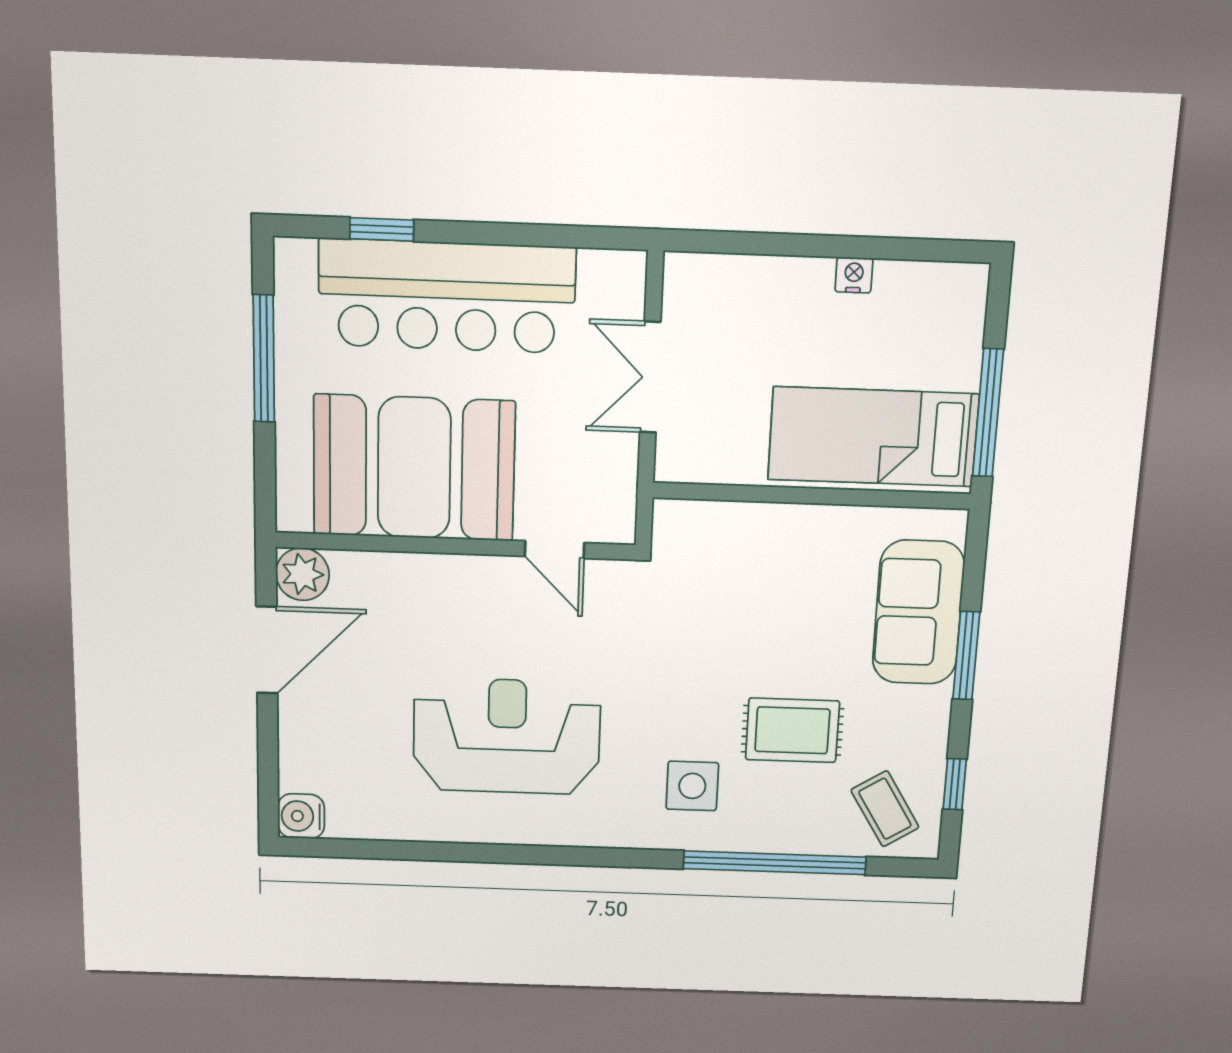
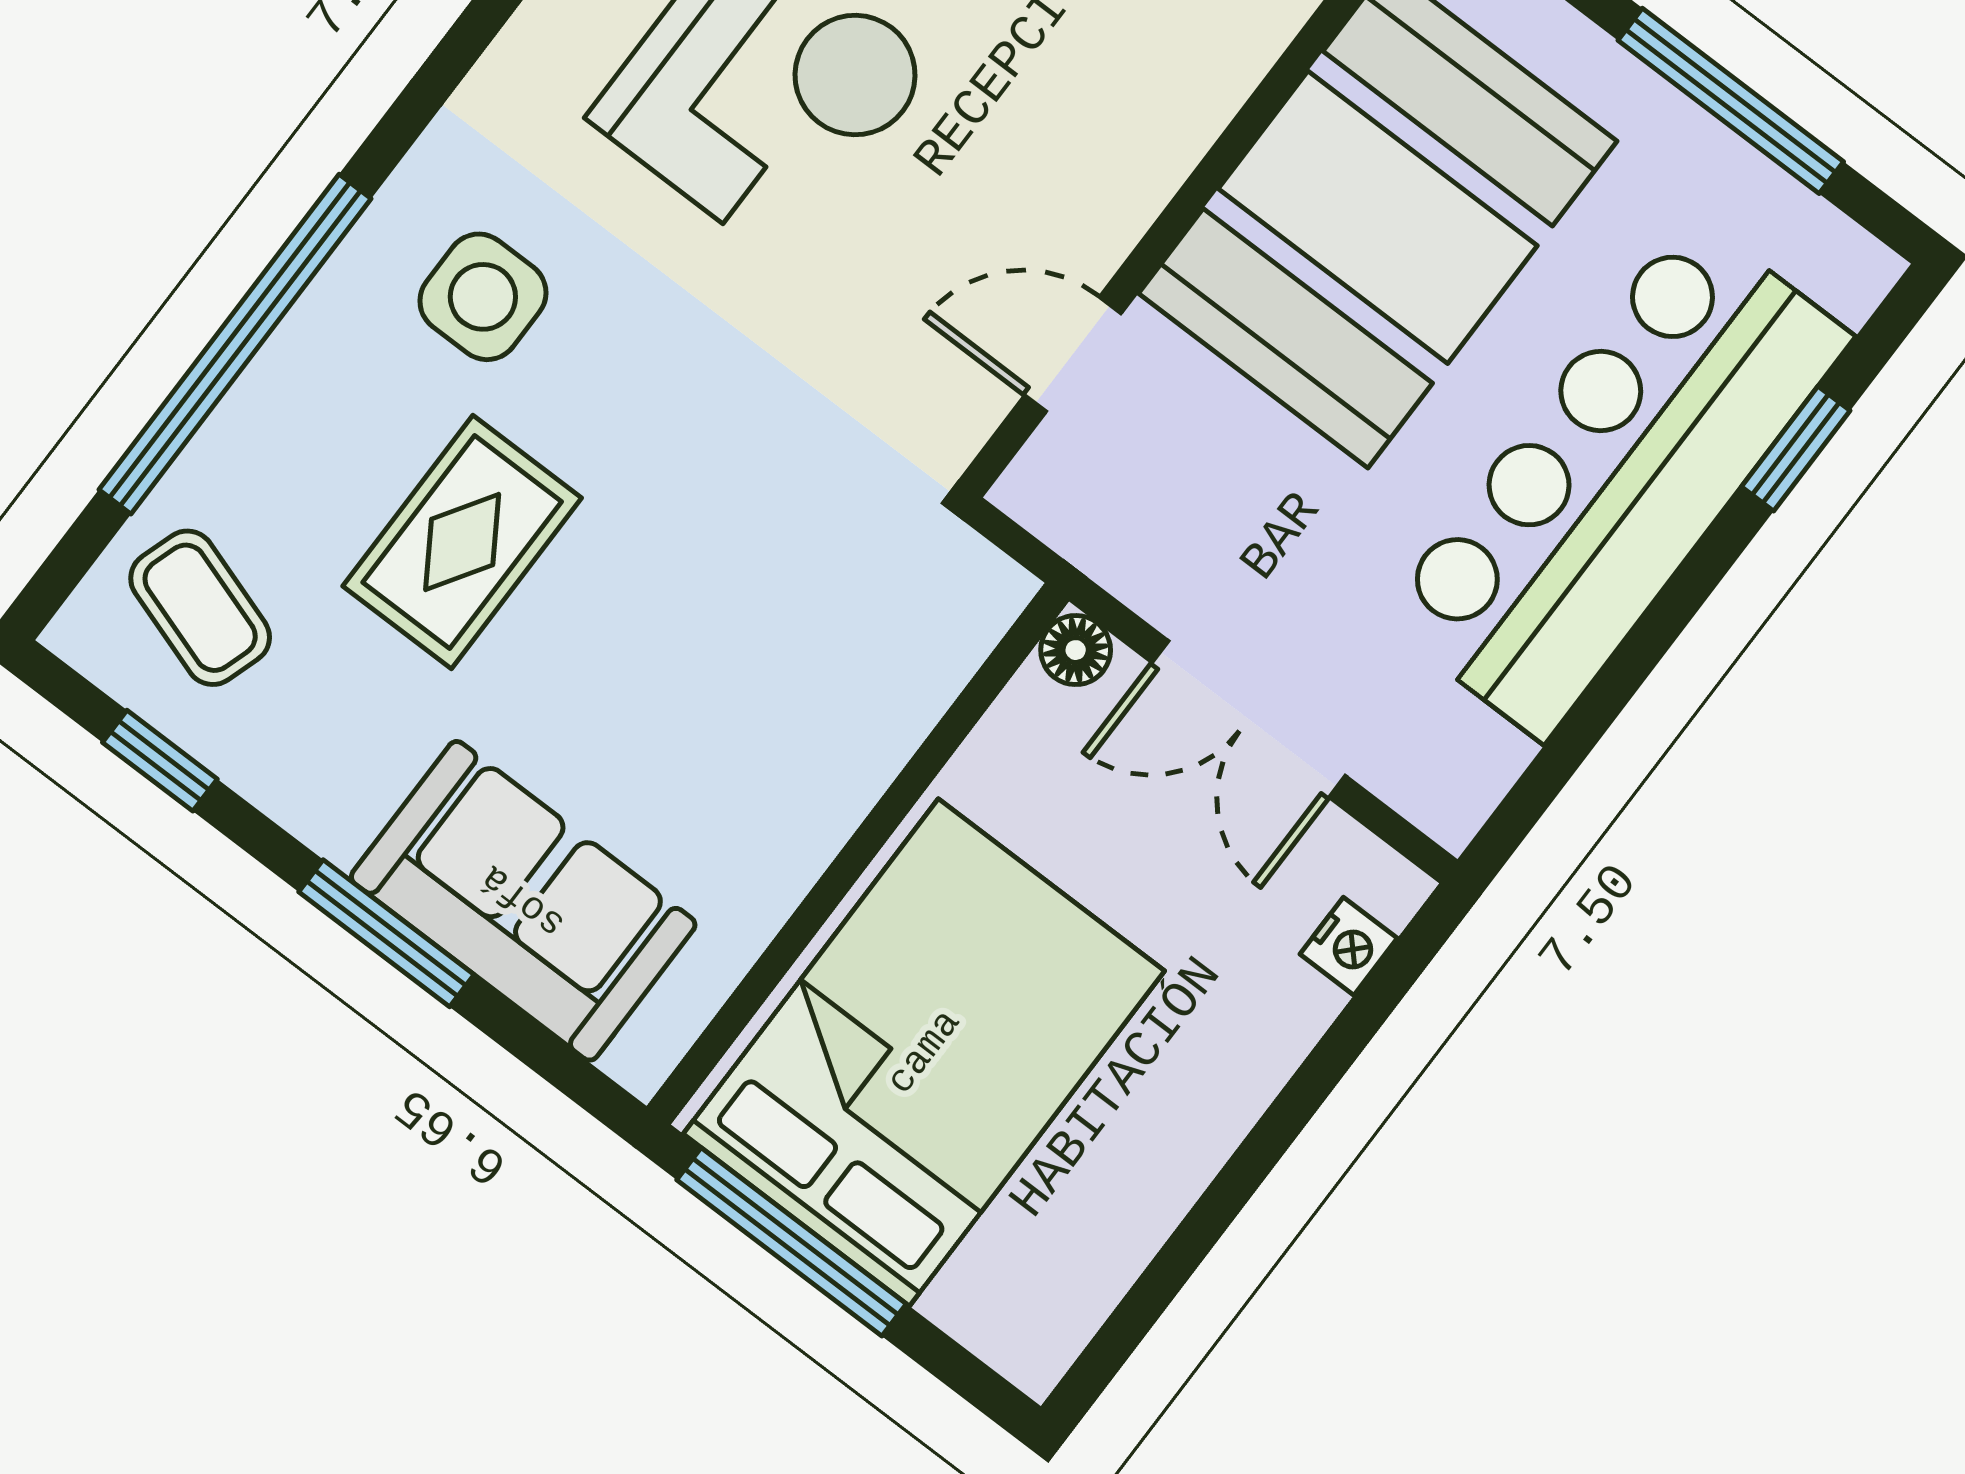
nightstand: (854, 275) -> (1349, 946), moved
double door: (650, 377) -> (1249, 719), swing flipped
bed: (873, 437) -> (924, 1052), width x1.50
floor lamp: (671, 466) -> (1076, 650), added
coffee table: (885, 809) -> (200, 608), turned 50

